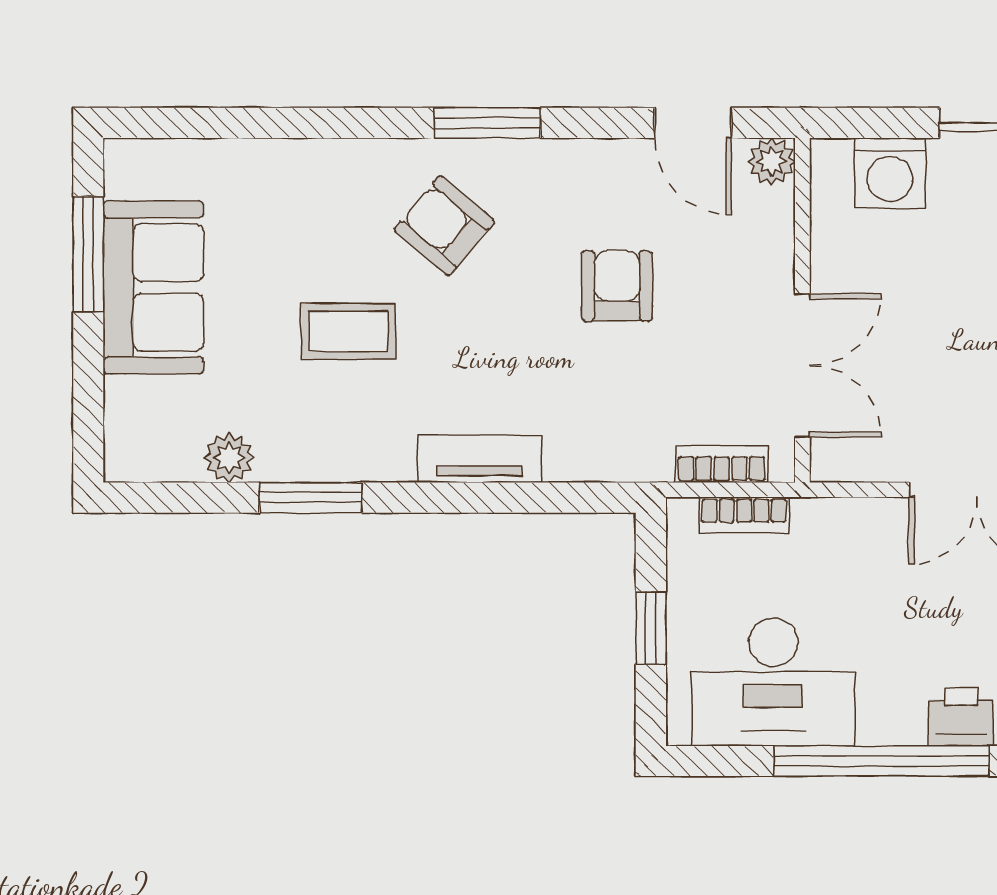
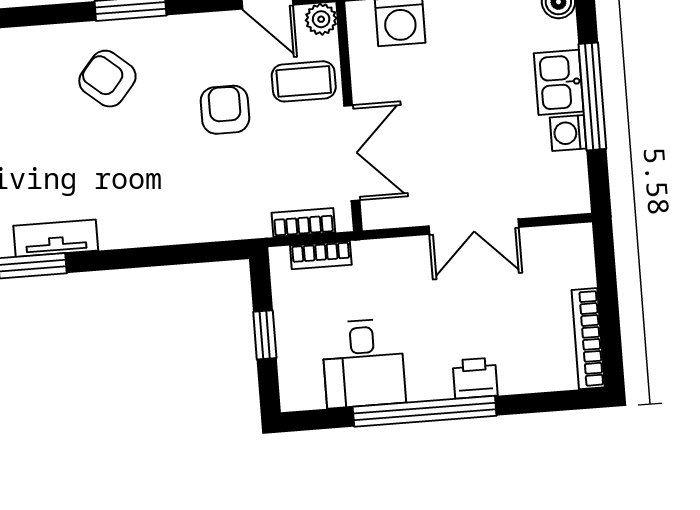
coffee table: (348, 331) -> (304, 81), moved
tv unit: (480, 459) -> (56, 238), moved
desk: (773, 682) -> (363, 363), width x0.73

